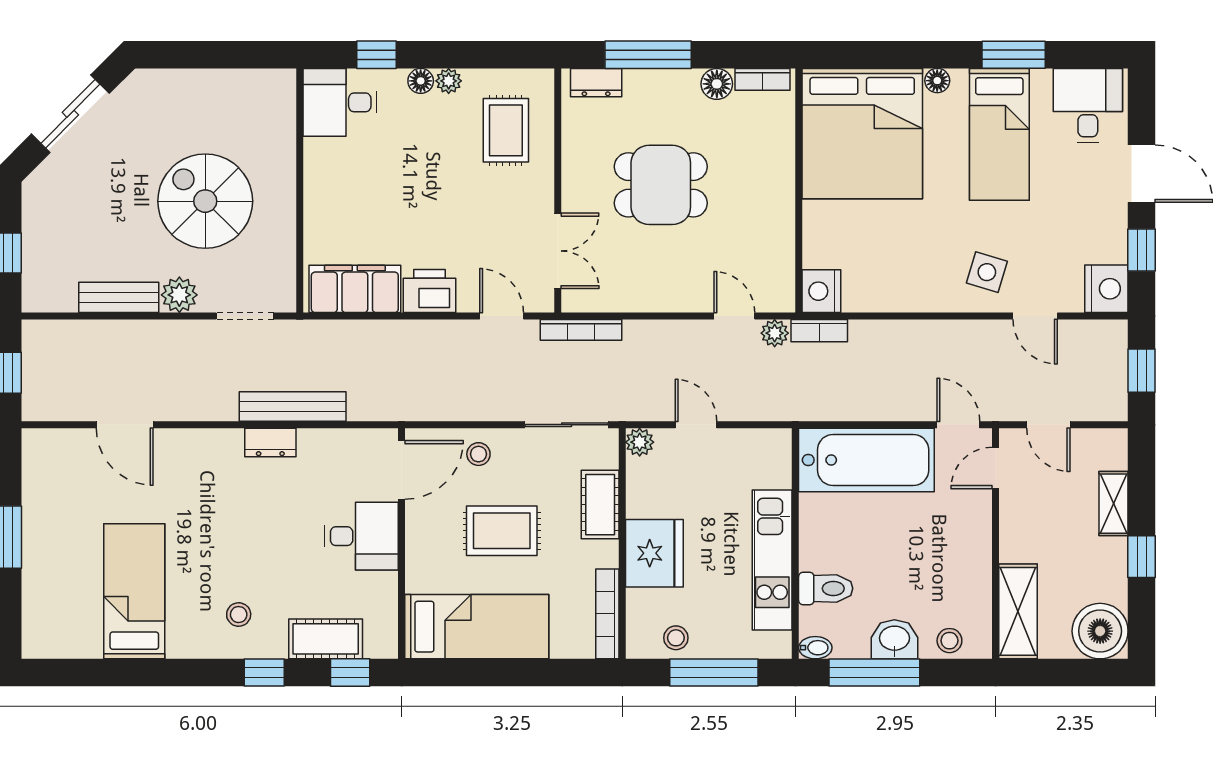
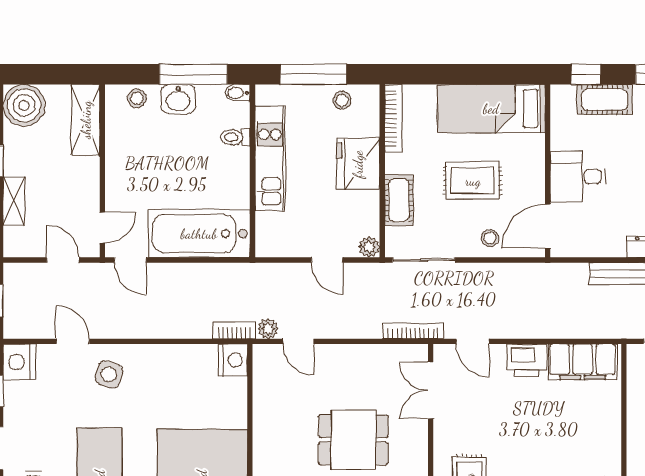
toilet: (826, 588) -> (235, 137), width x0.73, depth x0.72

